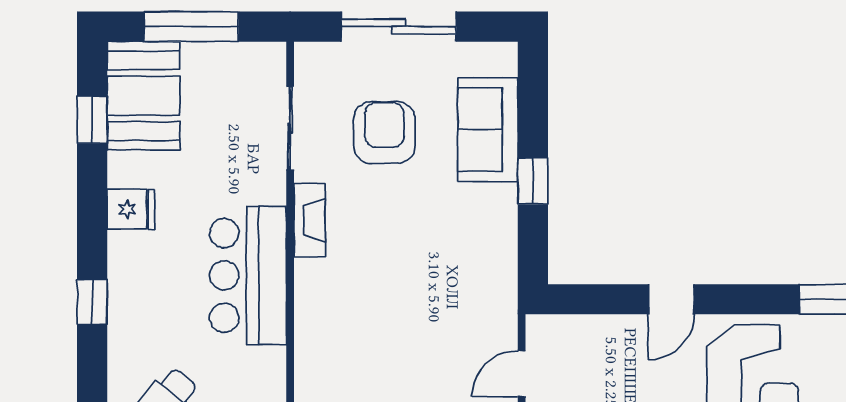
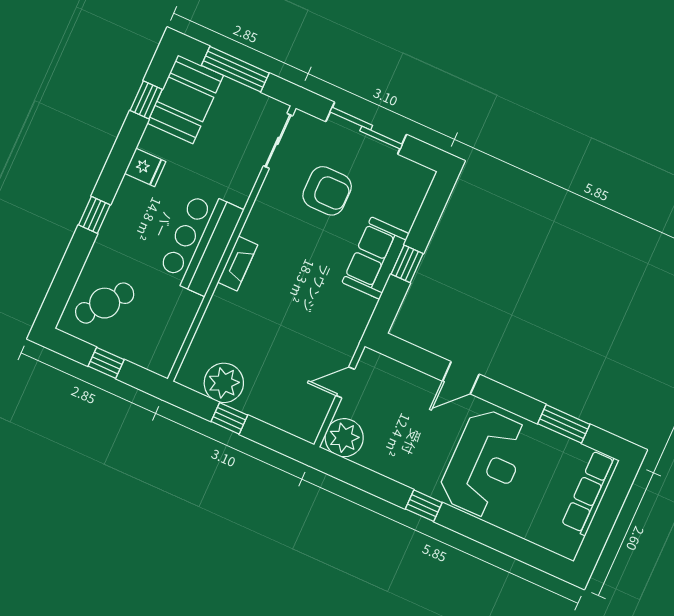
sliding door: (290, 128) -> (278, 141), moved
sofa: (488, 130) -> (375, 258), moved
armchair: (384, 132) -> (327, 191), turned 90
fireplace: (309, 220) -> (238, 264), moved

